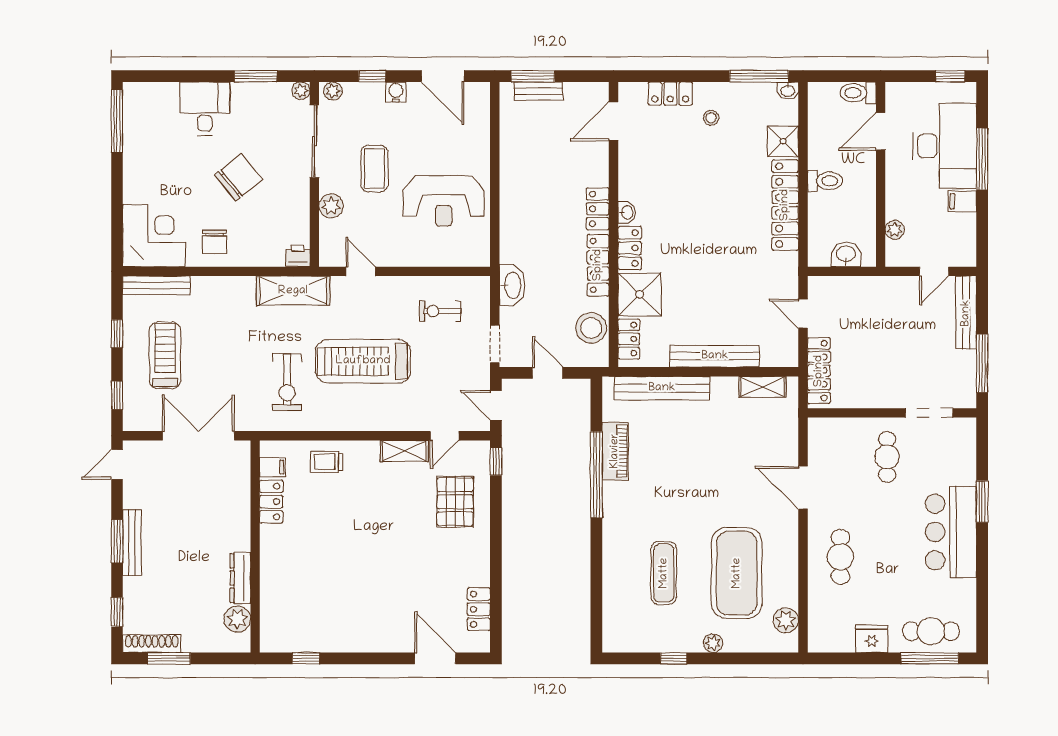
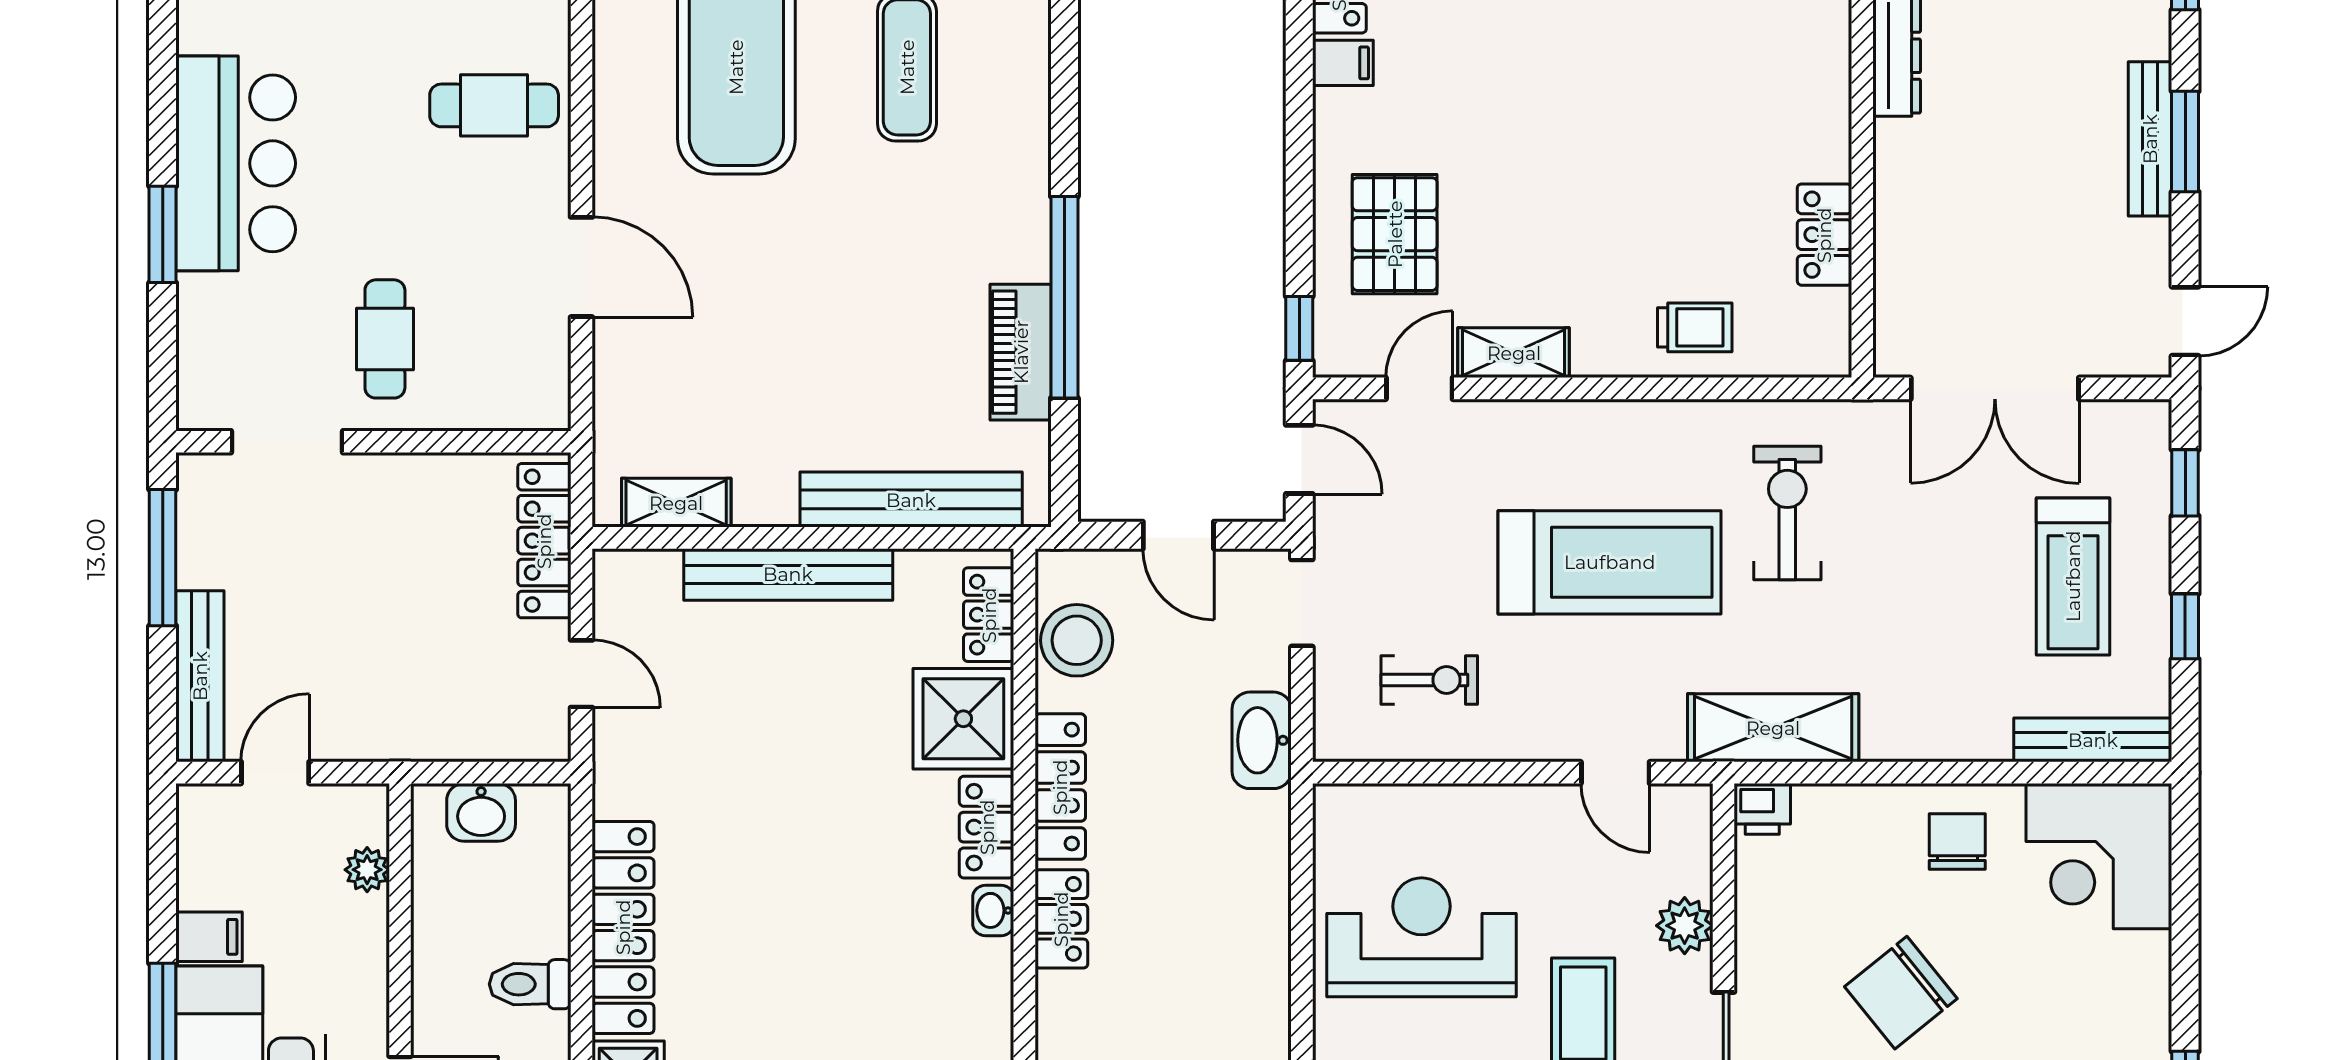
filing cabinet: (273, 467) -> (1343, 63), moved, turned 180
cafe table: (840, 557) -> (494, 105), turned 90

